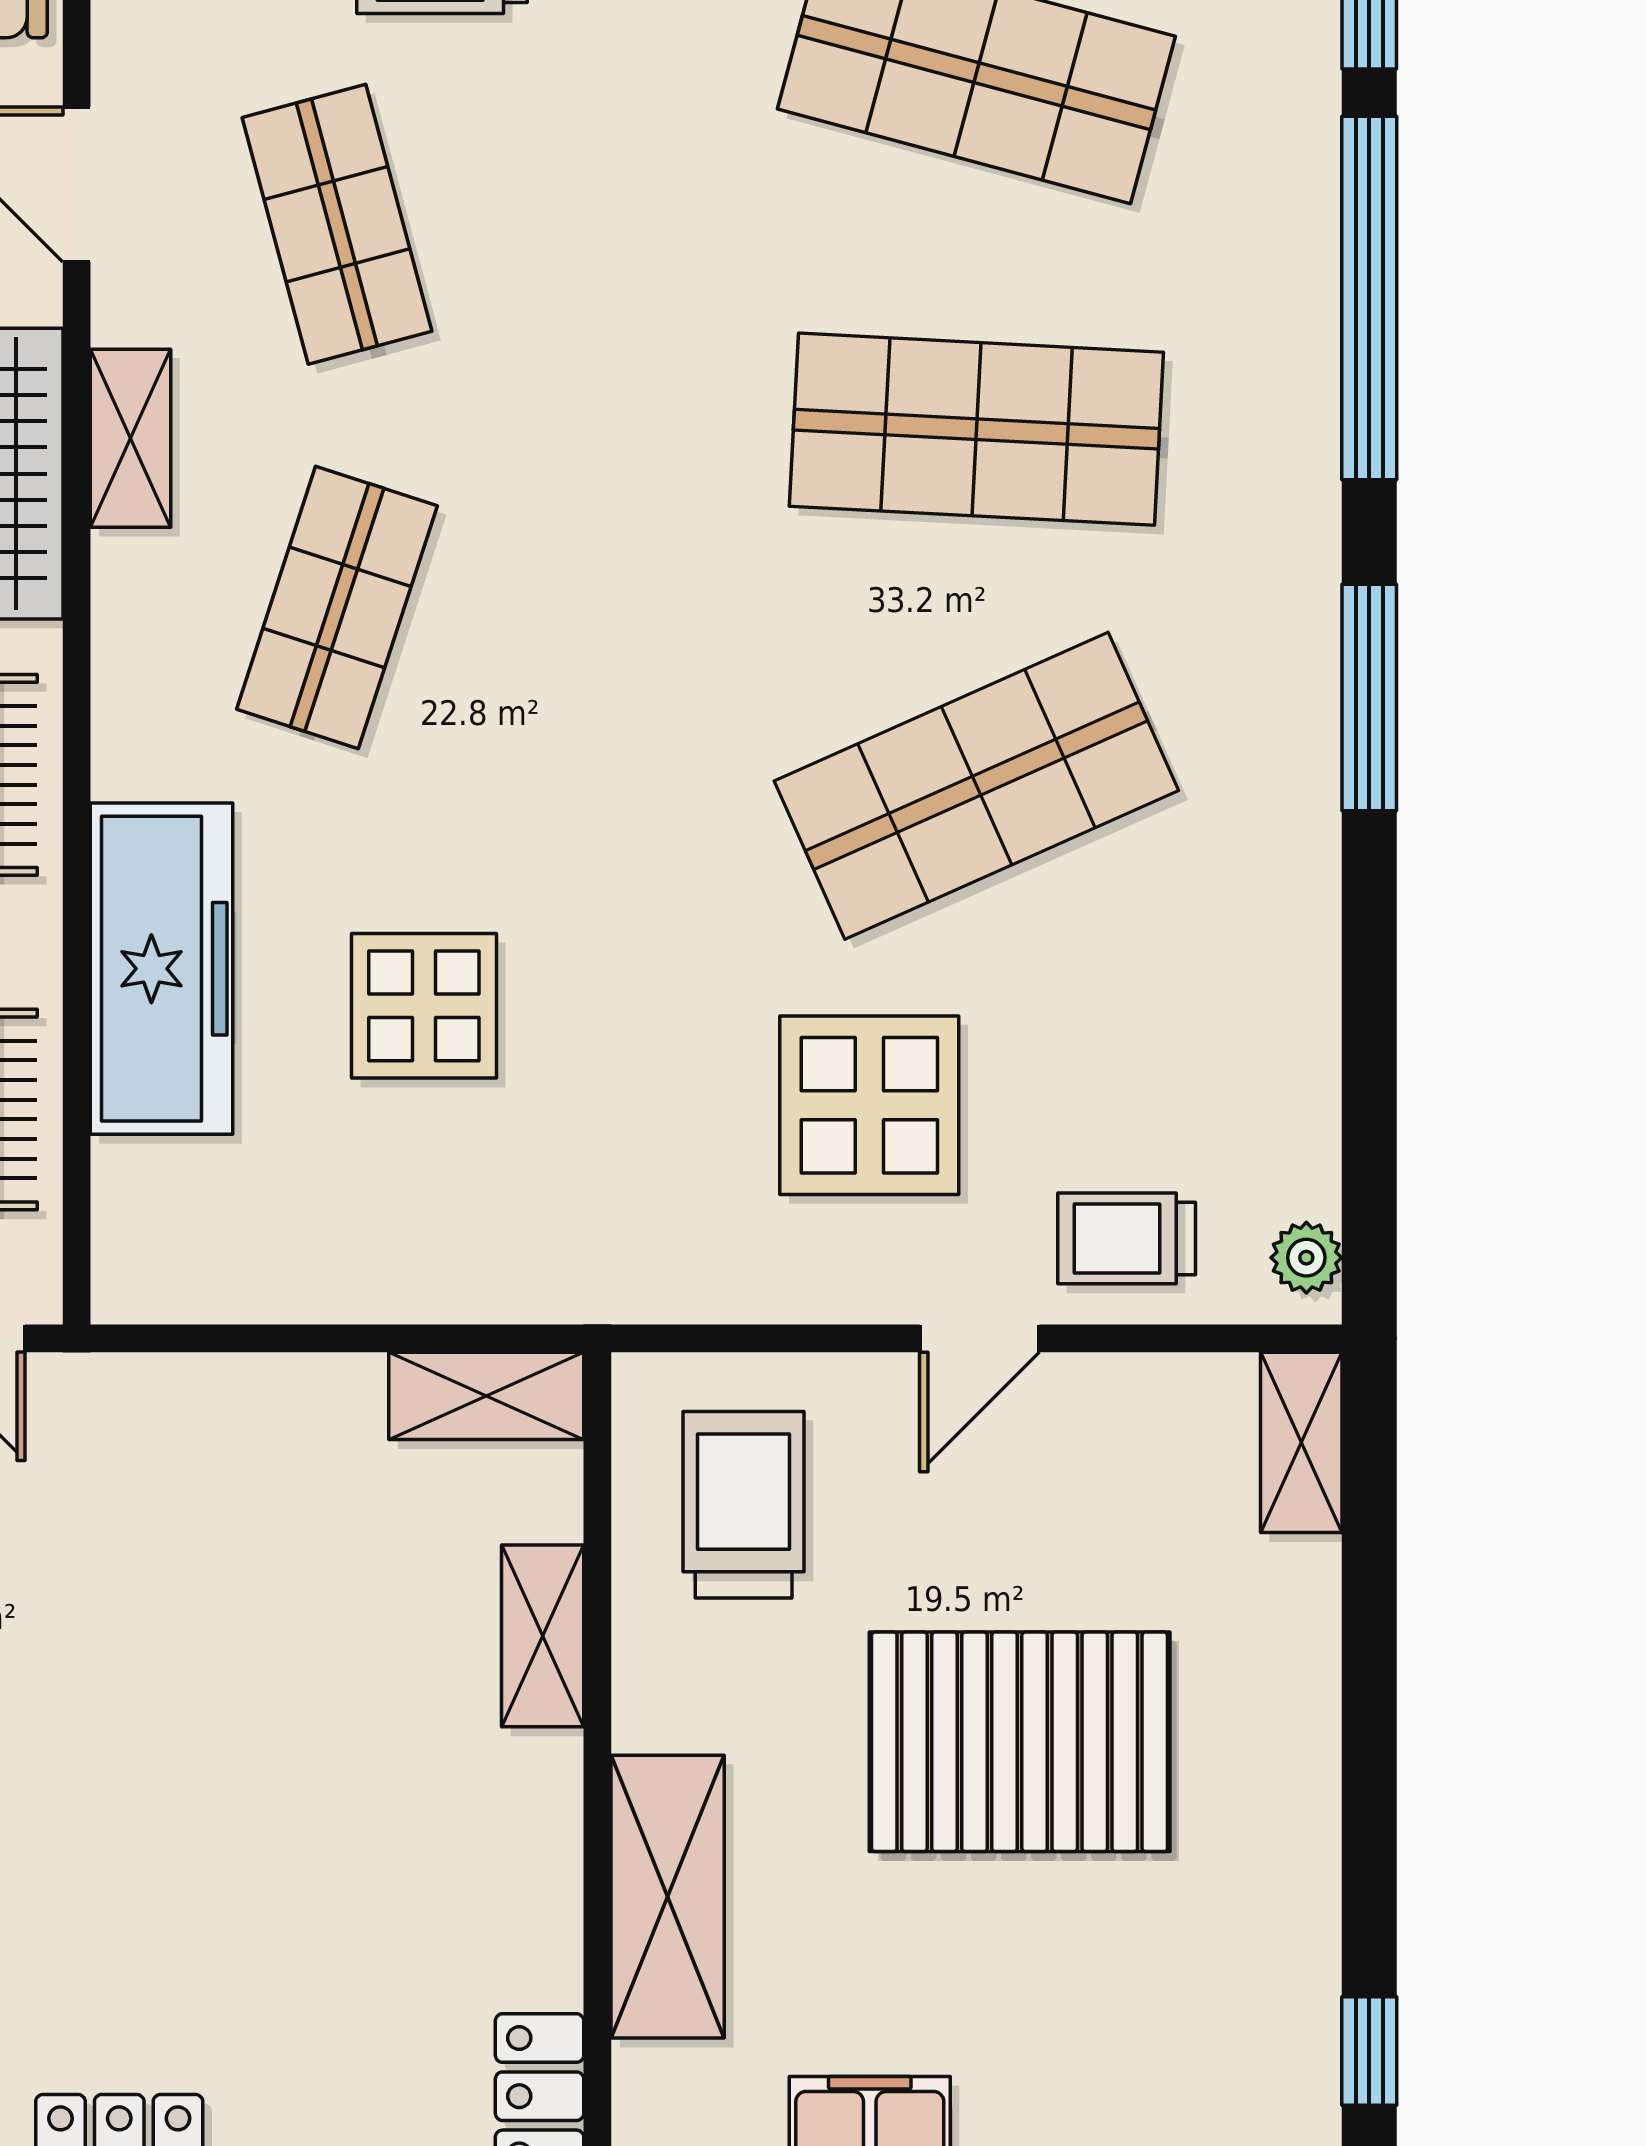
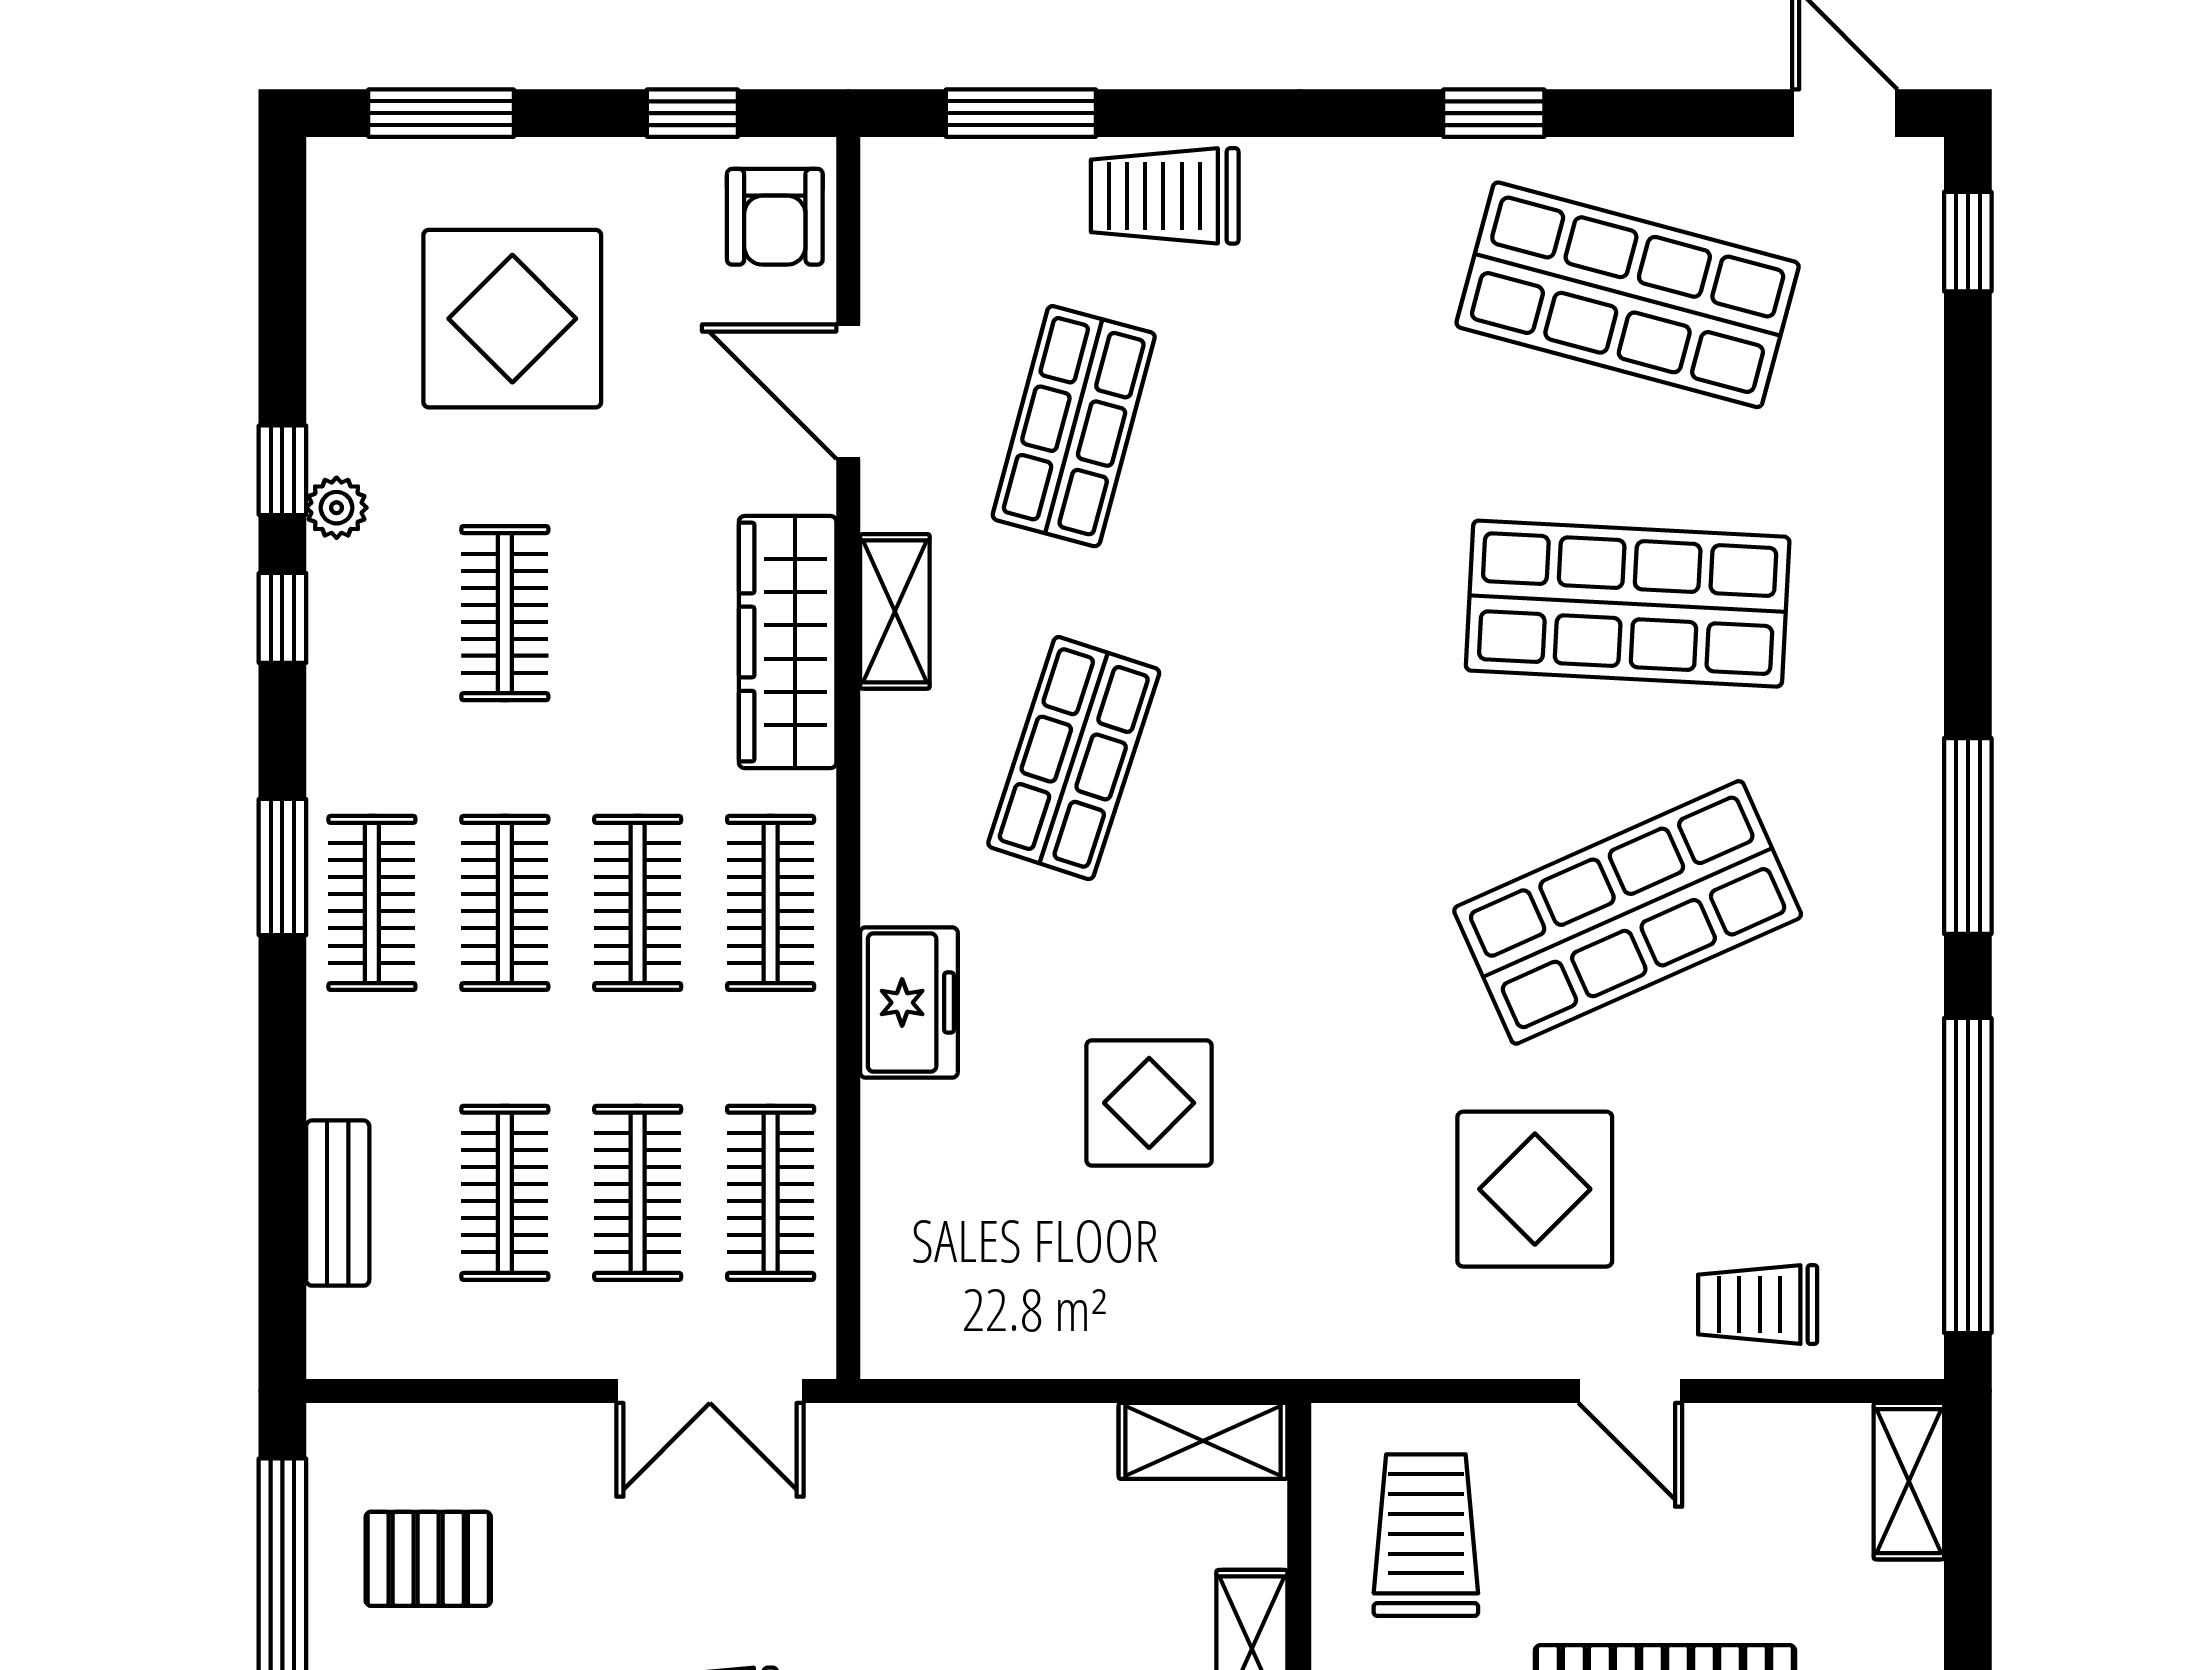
shop shelf: (337, 224) -> (1074, 426), turned 30
window: (1369, 298) -> (1968, 1176), moved
freezer: (161, 969) -> (909, 1003), width x0.52, depth x0.79
plant: (1306, 1258) -> (1913, 1321), removed
door: (980, 1338) -> (1630, 1391), hinge flipped

